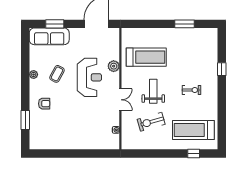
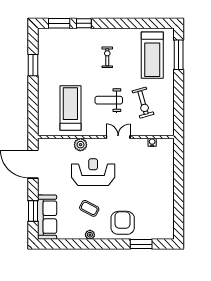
window: (222, 47) -> (59, 23), added
armchair: (44, 104) -> (123, 223), width x1.88, depth x1.88
window: (194, 153) -> (179, 55), width x2.17

